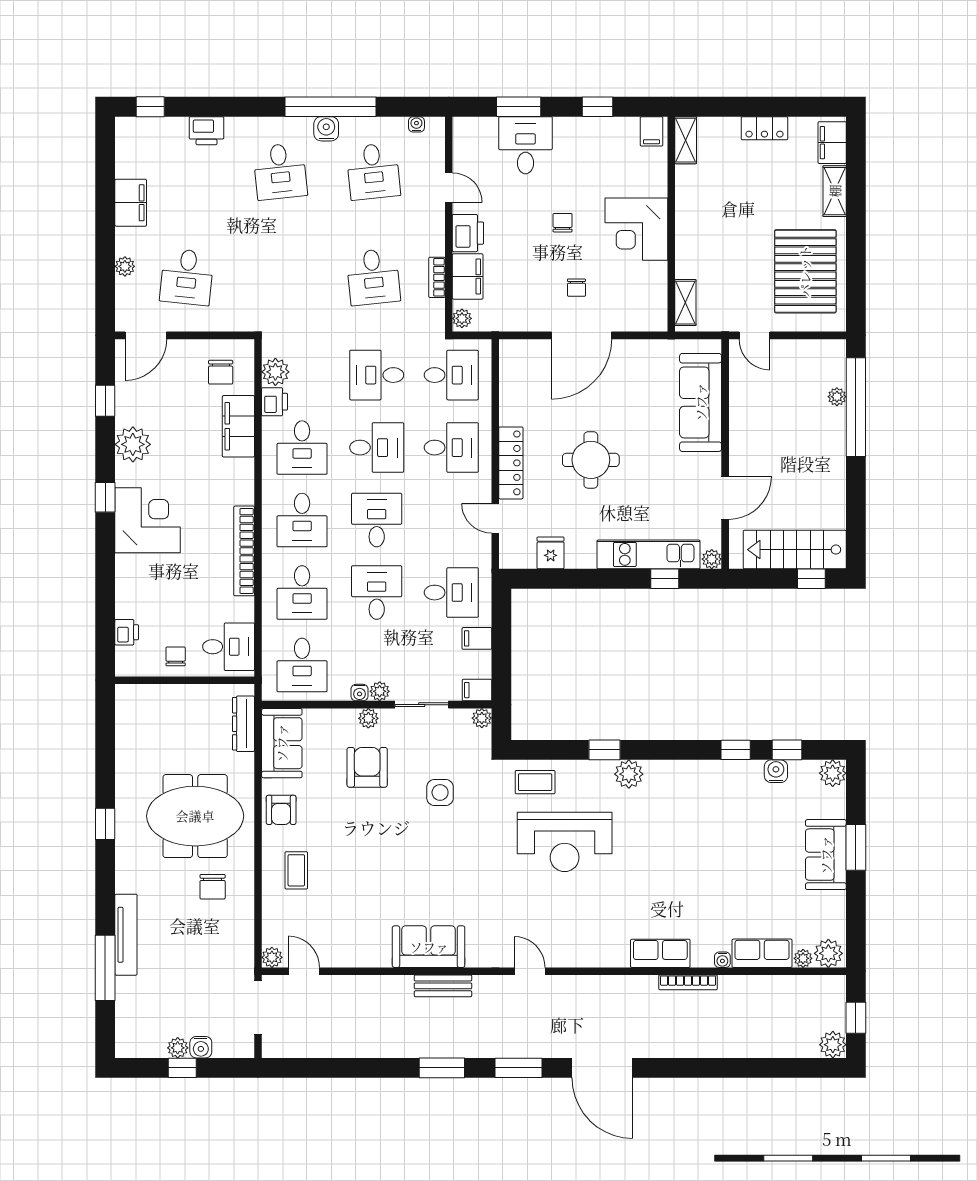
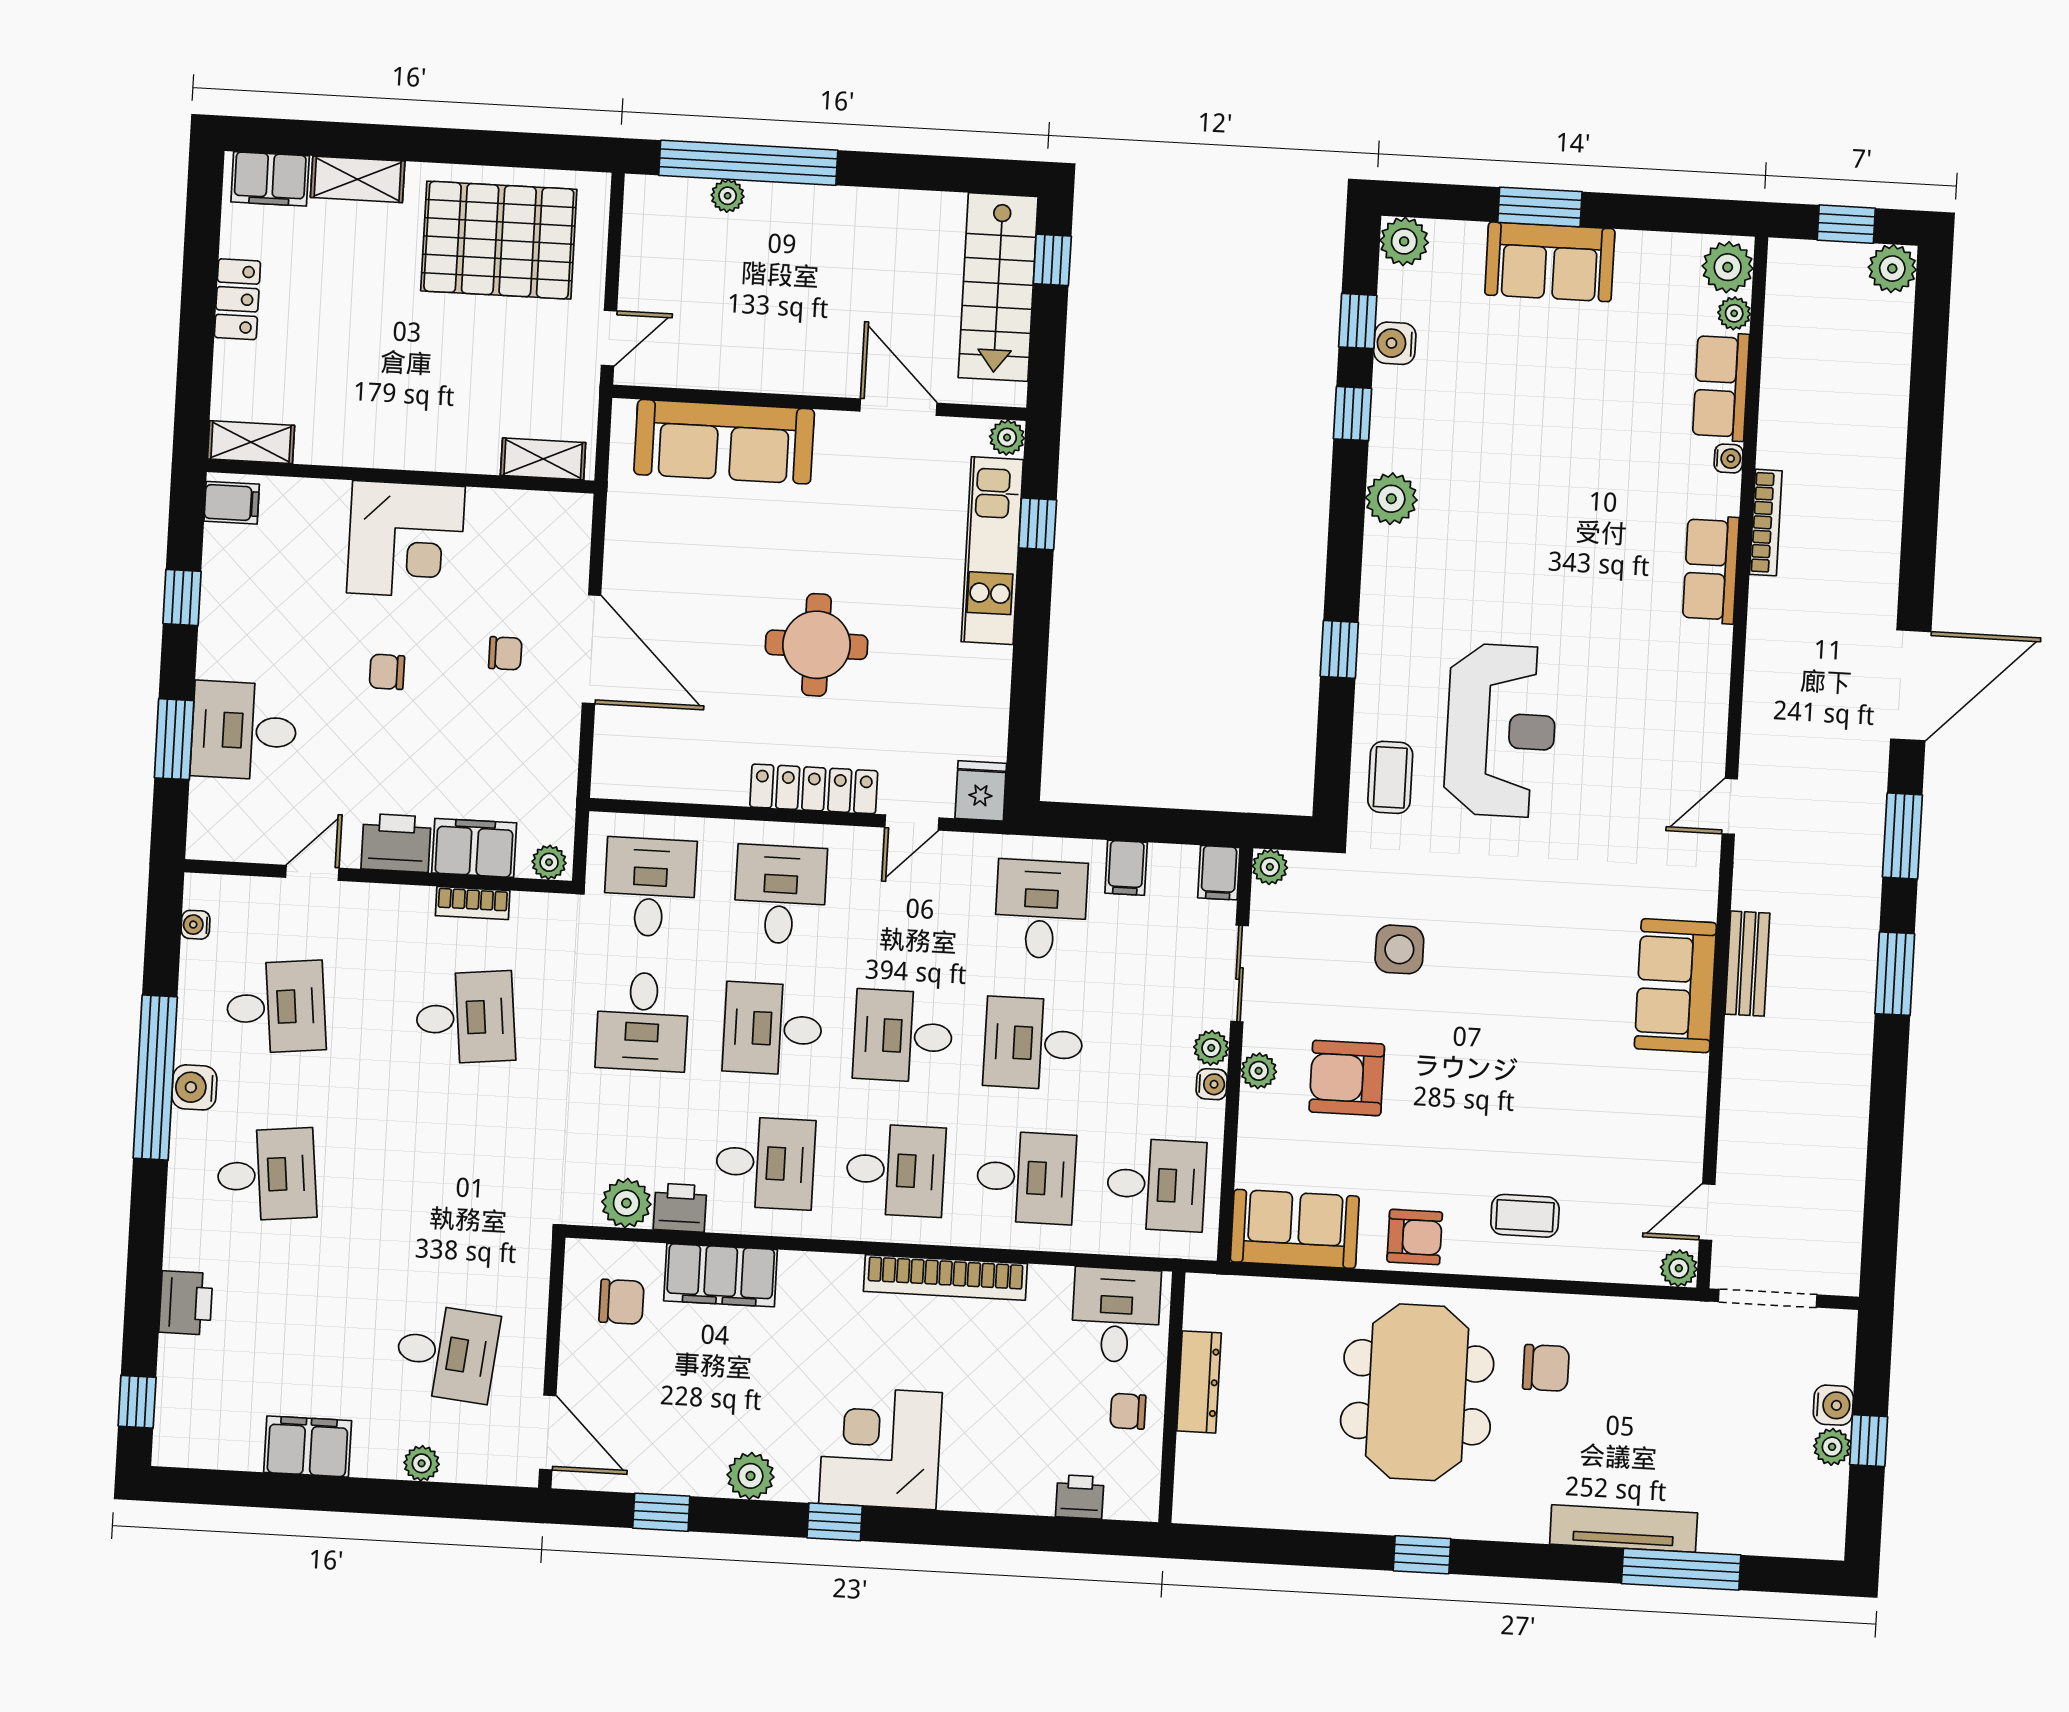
plant: (133, 444) -> (751, 1476), width x0.73, depth x0.73
desk: (377, 448) -> (773, 1029), turned -90
fridge: (551, 553) -> (981, 791), moved, turned 90
dresser: (243, 724) -> (1199, 1382), moved, turned -90
plant: (629, 774) -> (1391, 499), moved

